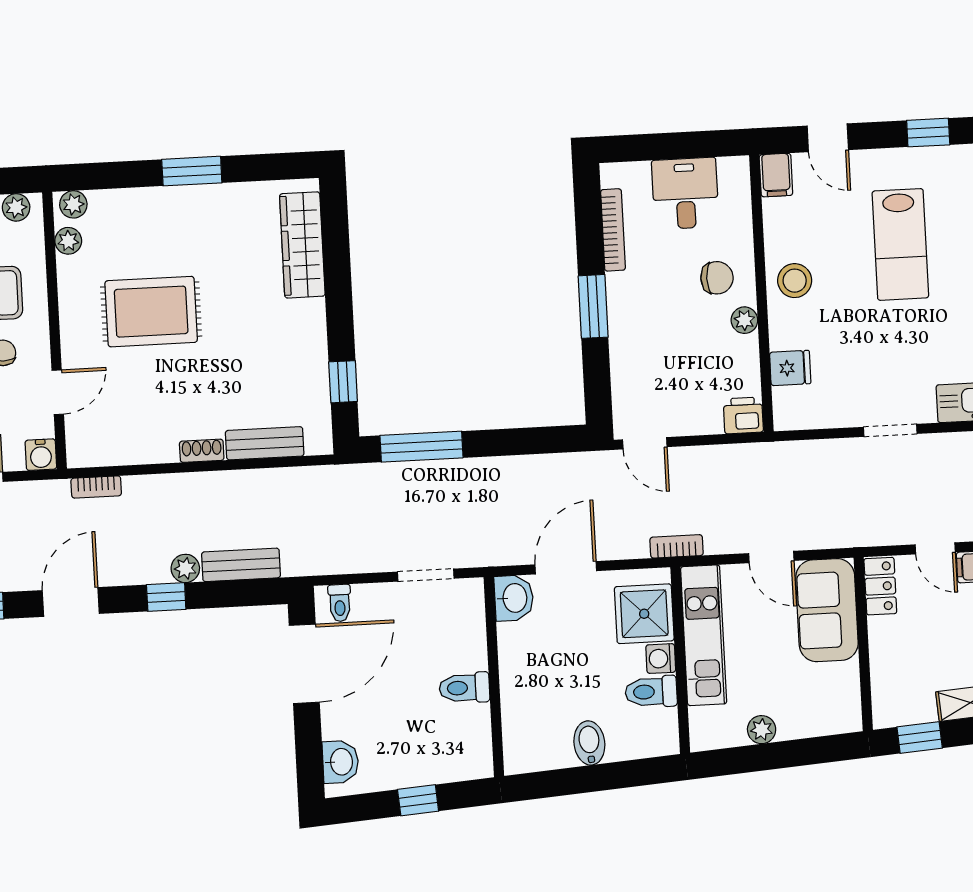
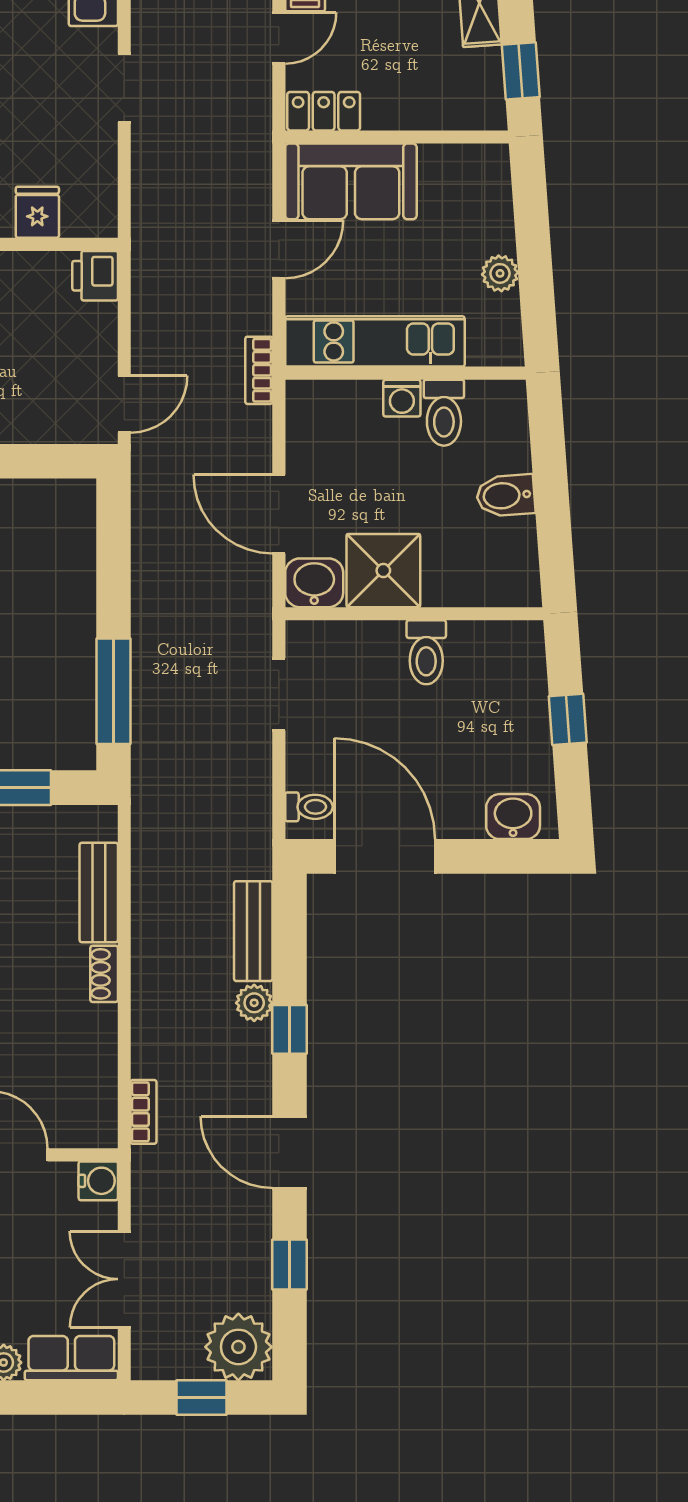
shower: (644, 614) -> (383, 571), moved

